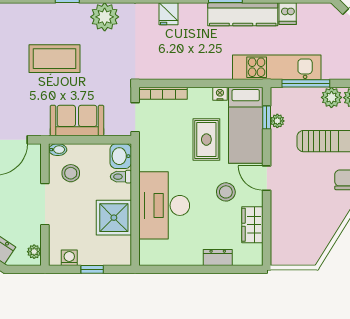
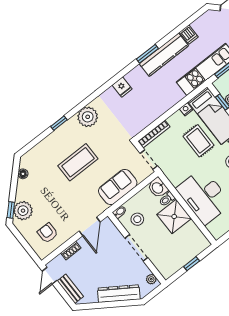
shower: (114, 218) -> (174, 216), moved
washing machine: (69, 258) -> (174, 267), removed

